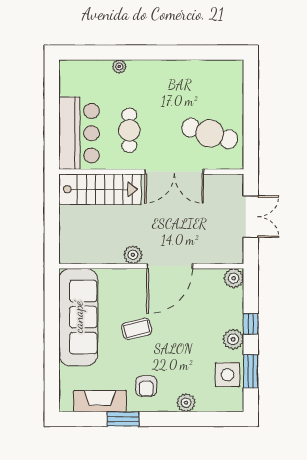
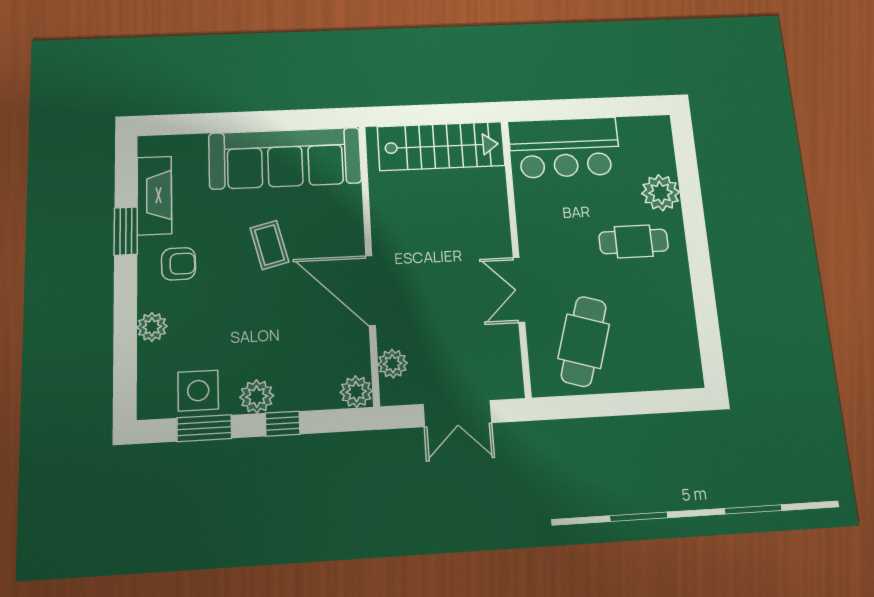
plant: (119, 66) -> (661, 193), width x1.87, depth x1.87
cafe table: (129, 130) -> (634, 241), moved
double door: (174, 172) -> (519, 290), width x0.73
stairs: (100, 189) -> (441, 146), moved, turned -90
plant: (133, 255) -> (393, 364), moved
armchair: (146, 386) -> (178, 264), turned 180

